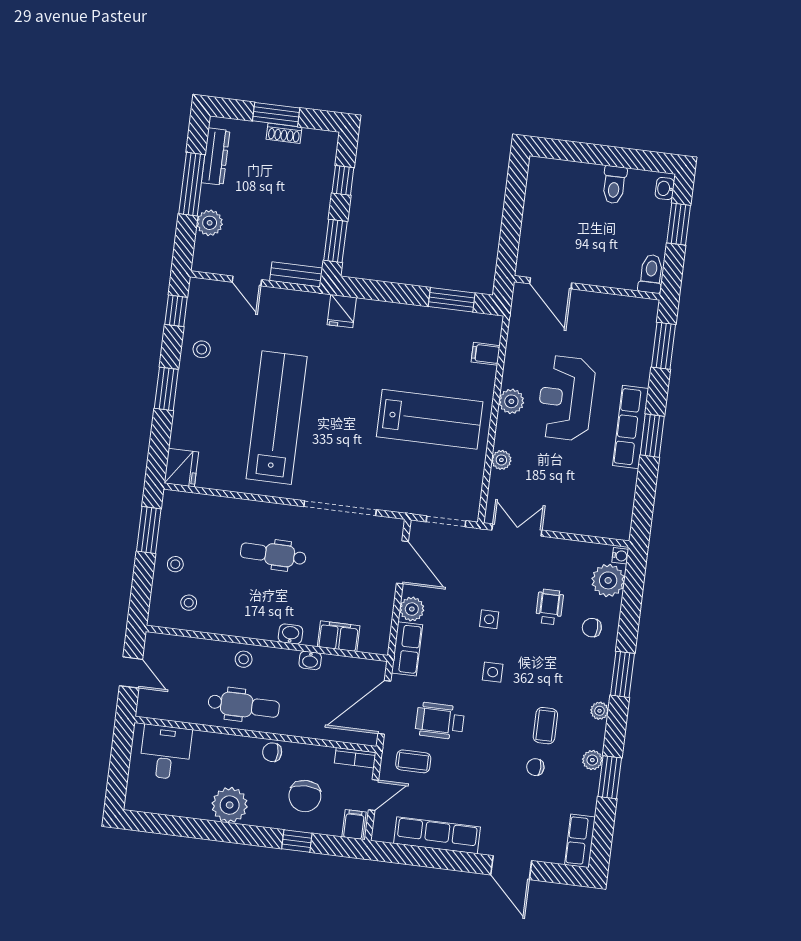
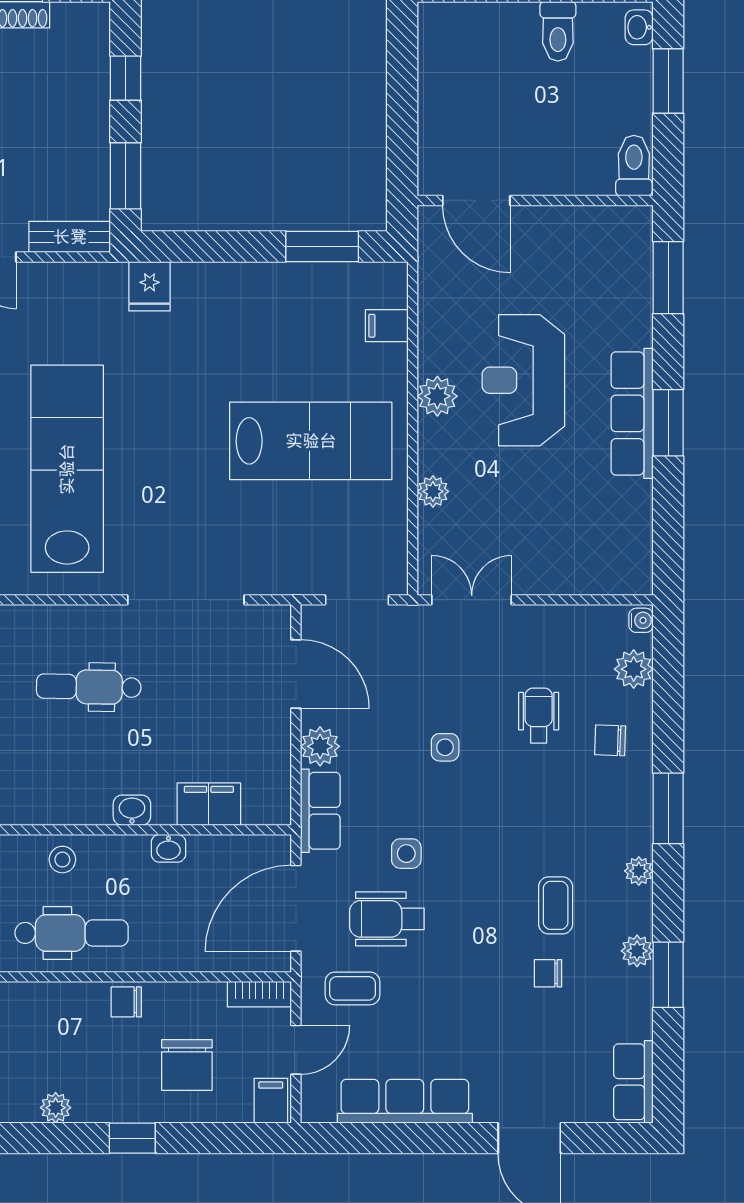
plant: (608, 580) -> (634, 669), width x0.73, depth x0.73
side table: (493, 672) -> (406, 854), moved
plant: (230, 805) -> (56, 1108), width x0.53, depth x0.53
window: (297, 841) -> (132, 1138), moved

